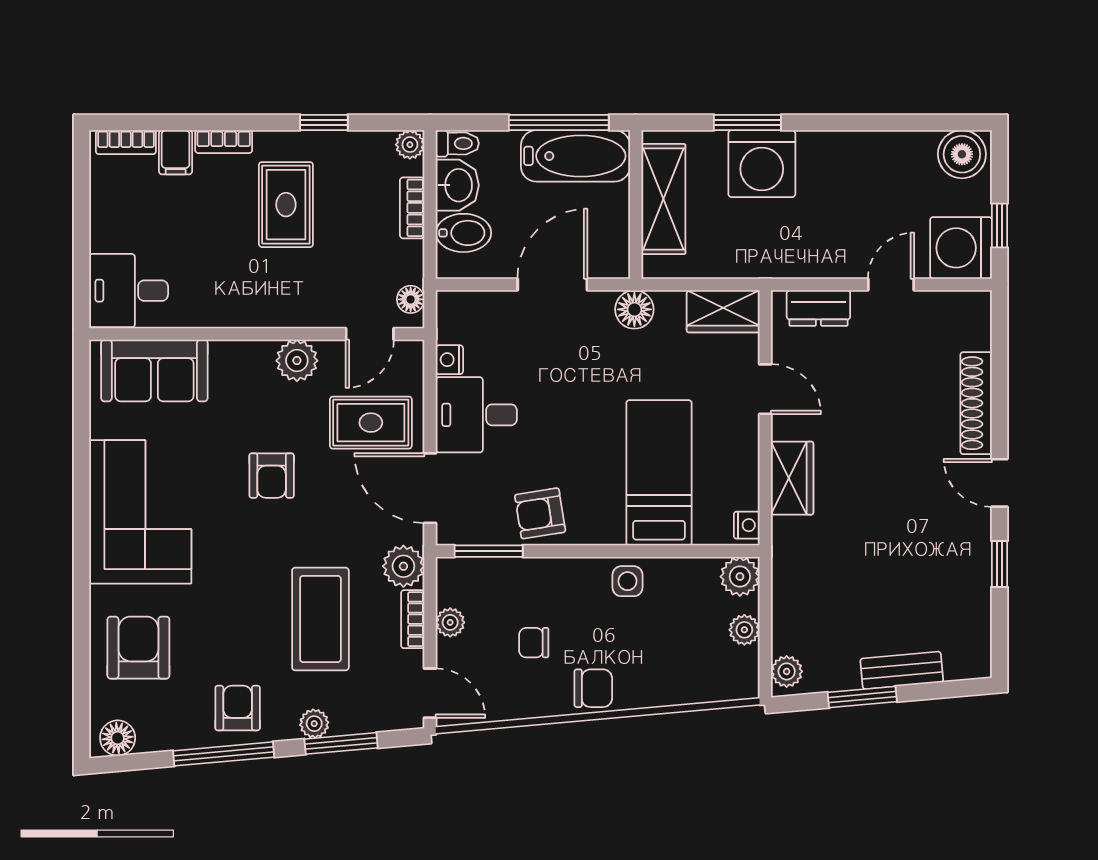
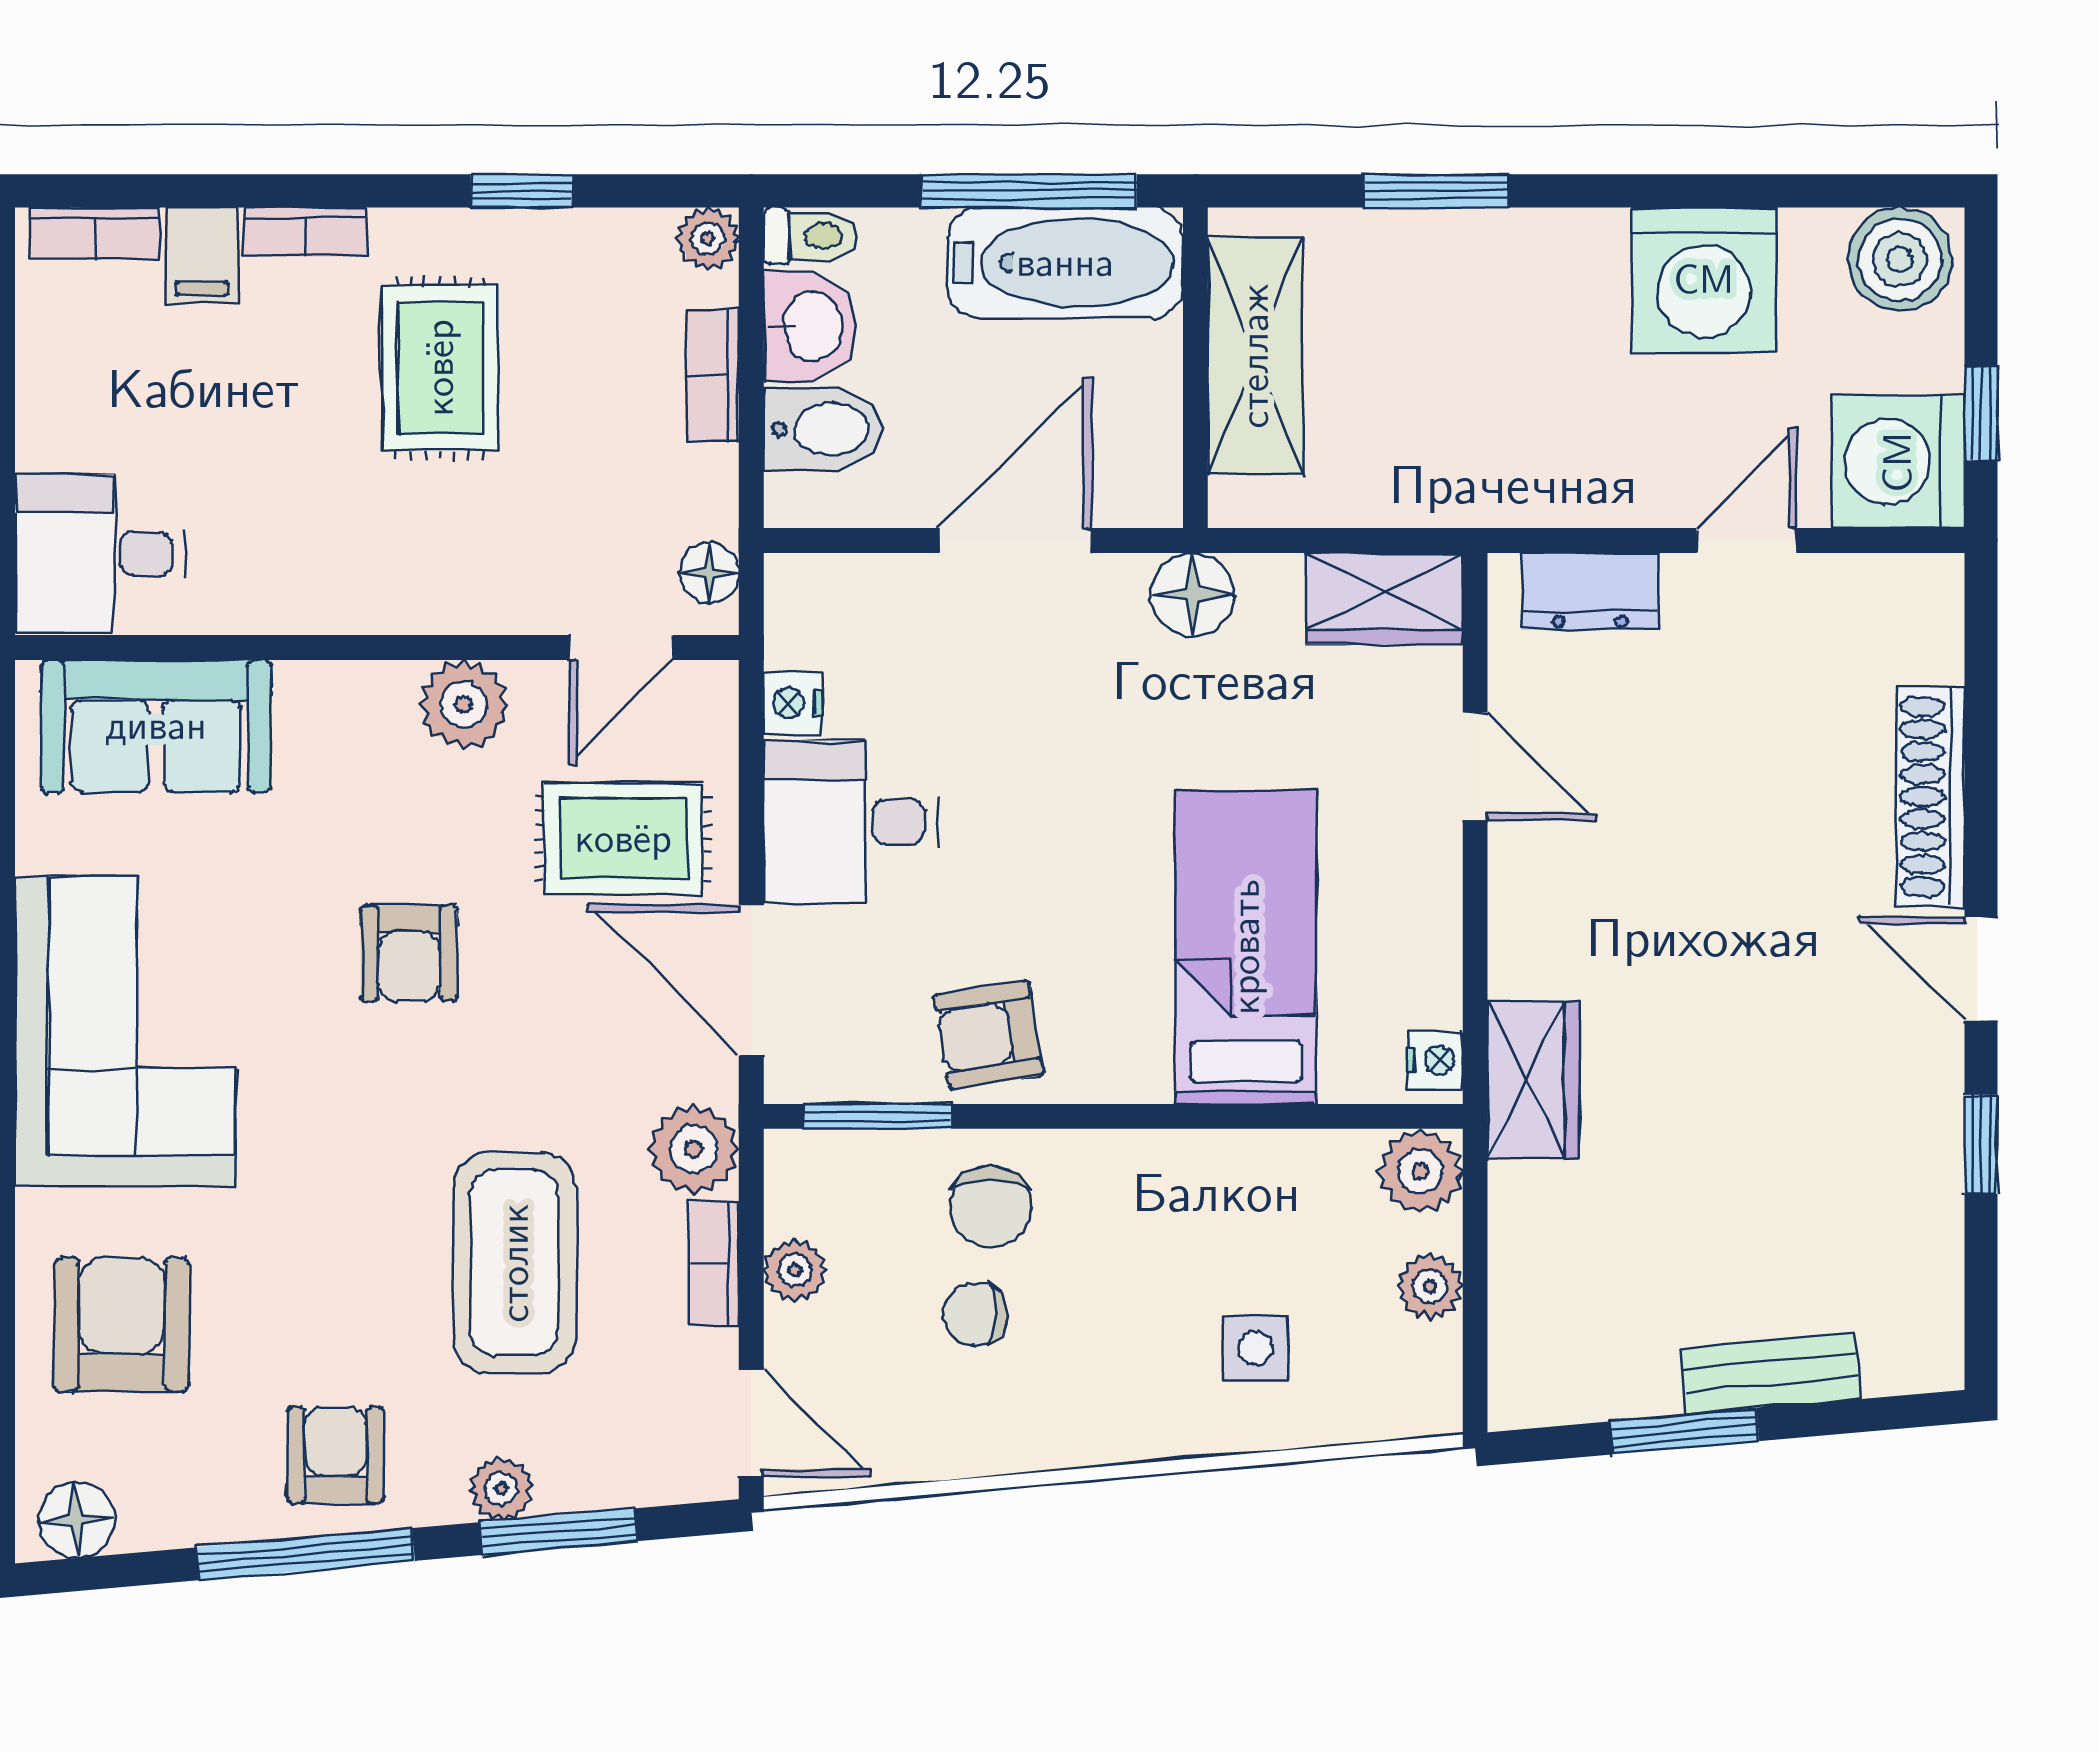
washing machine: (762, 164) -> (1704, 280), moved
wardrobe: (792, 478) -> (1533, 1080), moved
side table: (627, 581) -> (1255, 1348), moved
plant: (787, 671) -> (1521, 1376), removed
chair: (593, 688) -> (990, 1207), moved, turned 90

